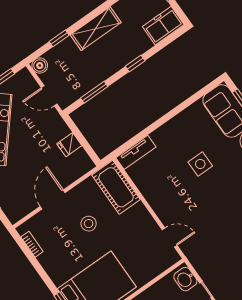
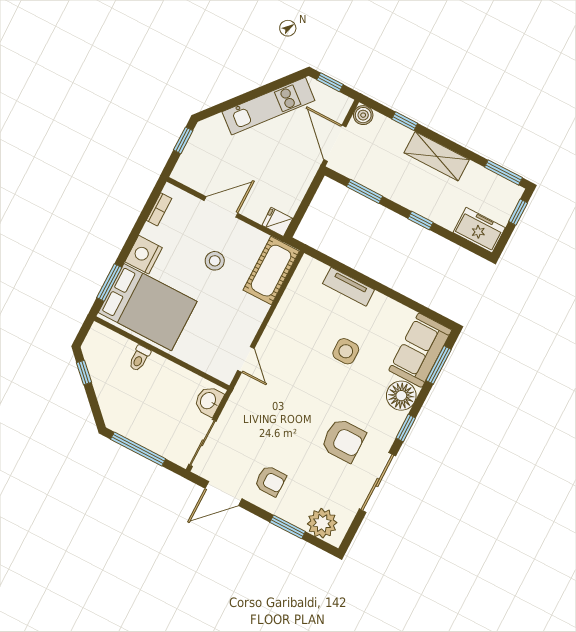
door: (49, 96) -> (335, 143), width x1.38
fridge: (69, 145) -> (277, 222), moved
tv unit: (136, 152) -> (349, 287), moved
nightstand: (58, 272) -> (144, 255), added

